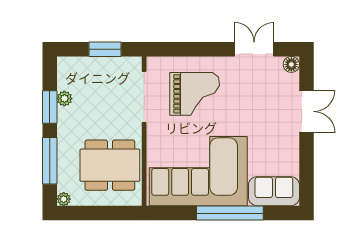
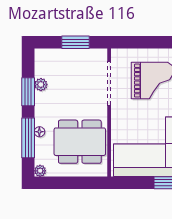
floor lamp: (63, 154) -> (39, 132), added

